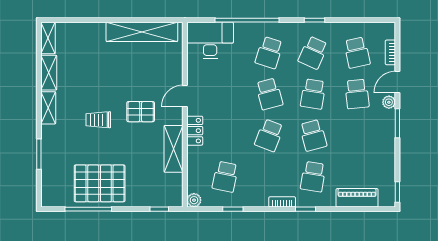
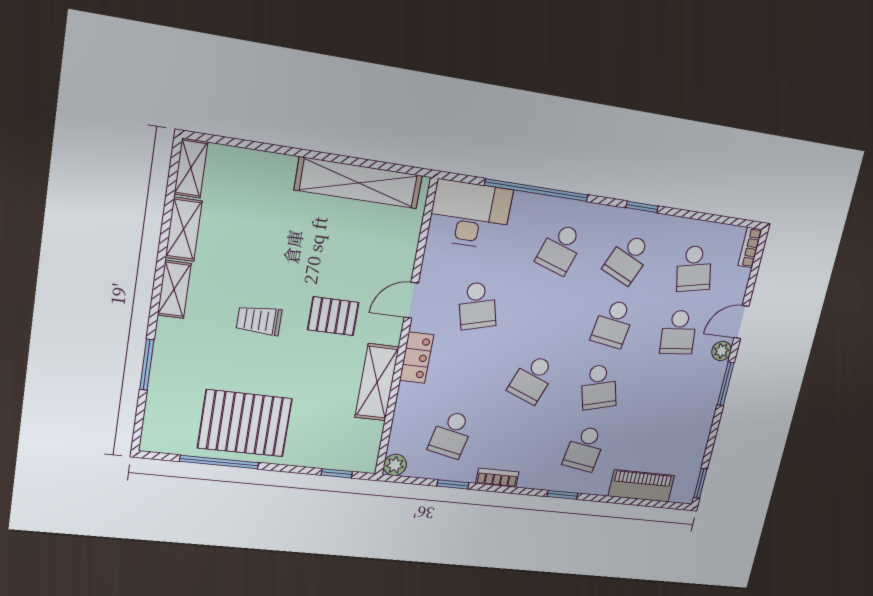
bookcase: (390, 52) -> (750, 247), moved
school desk: (269, 94) -> (477, 306), moved
bookcase: (282, 202) -> (497, 478), moved

